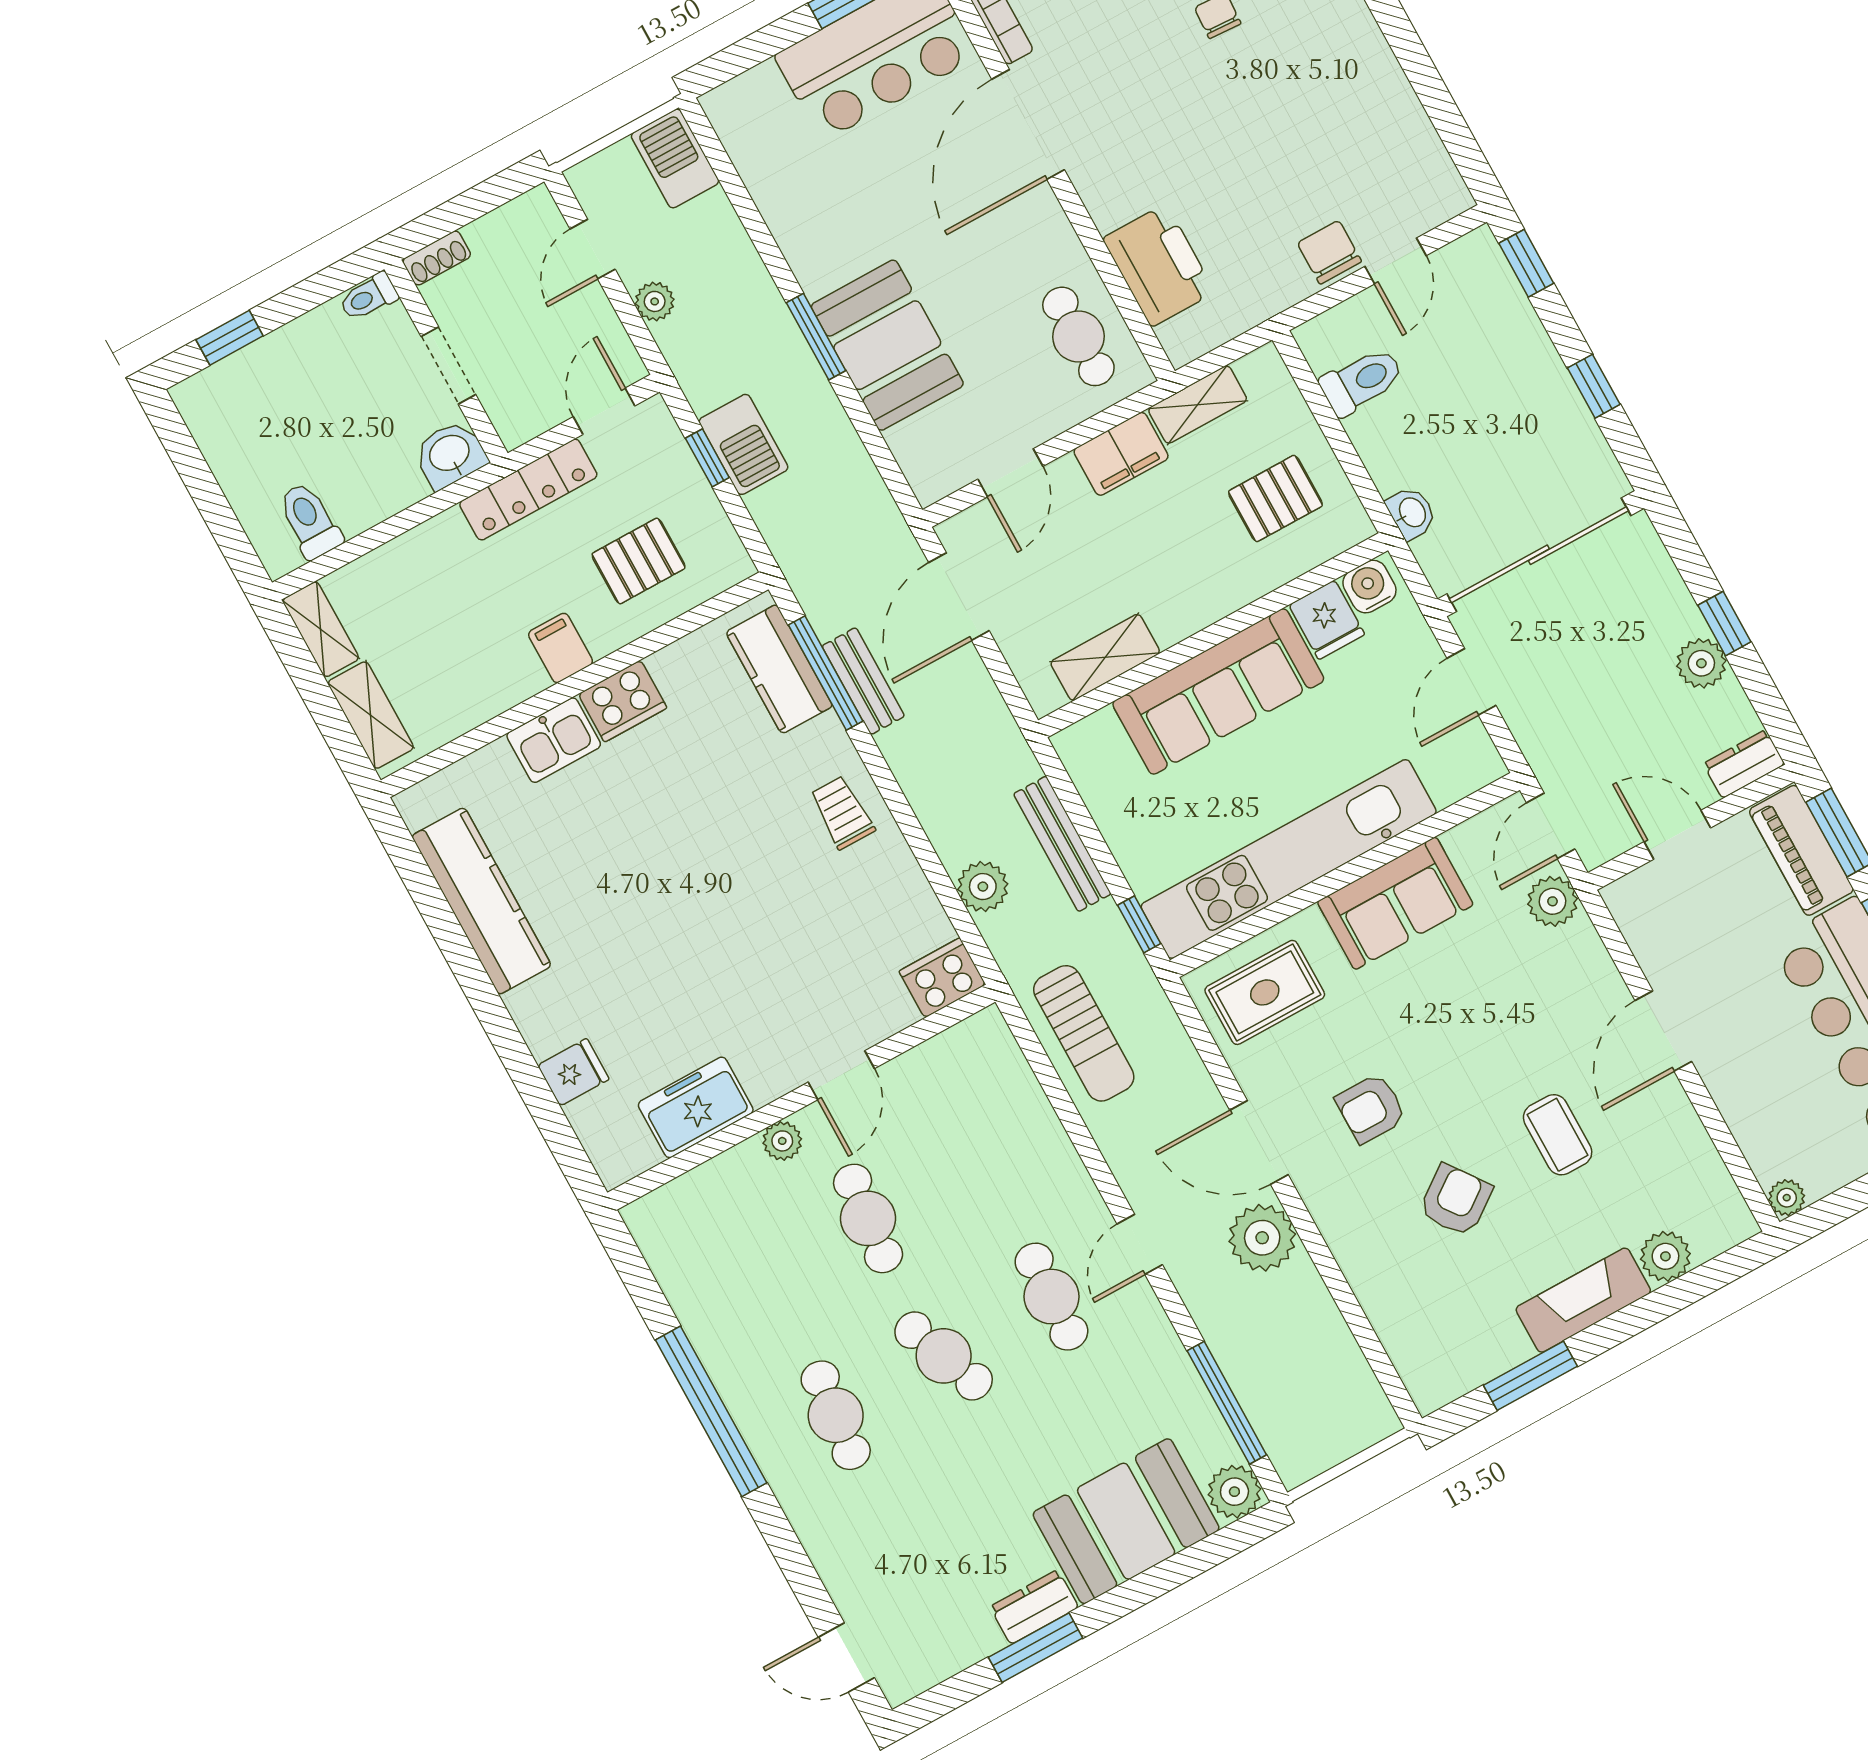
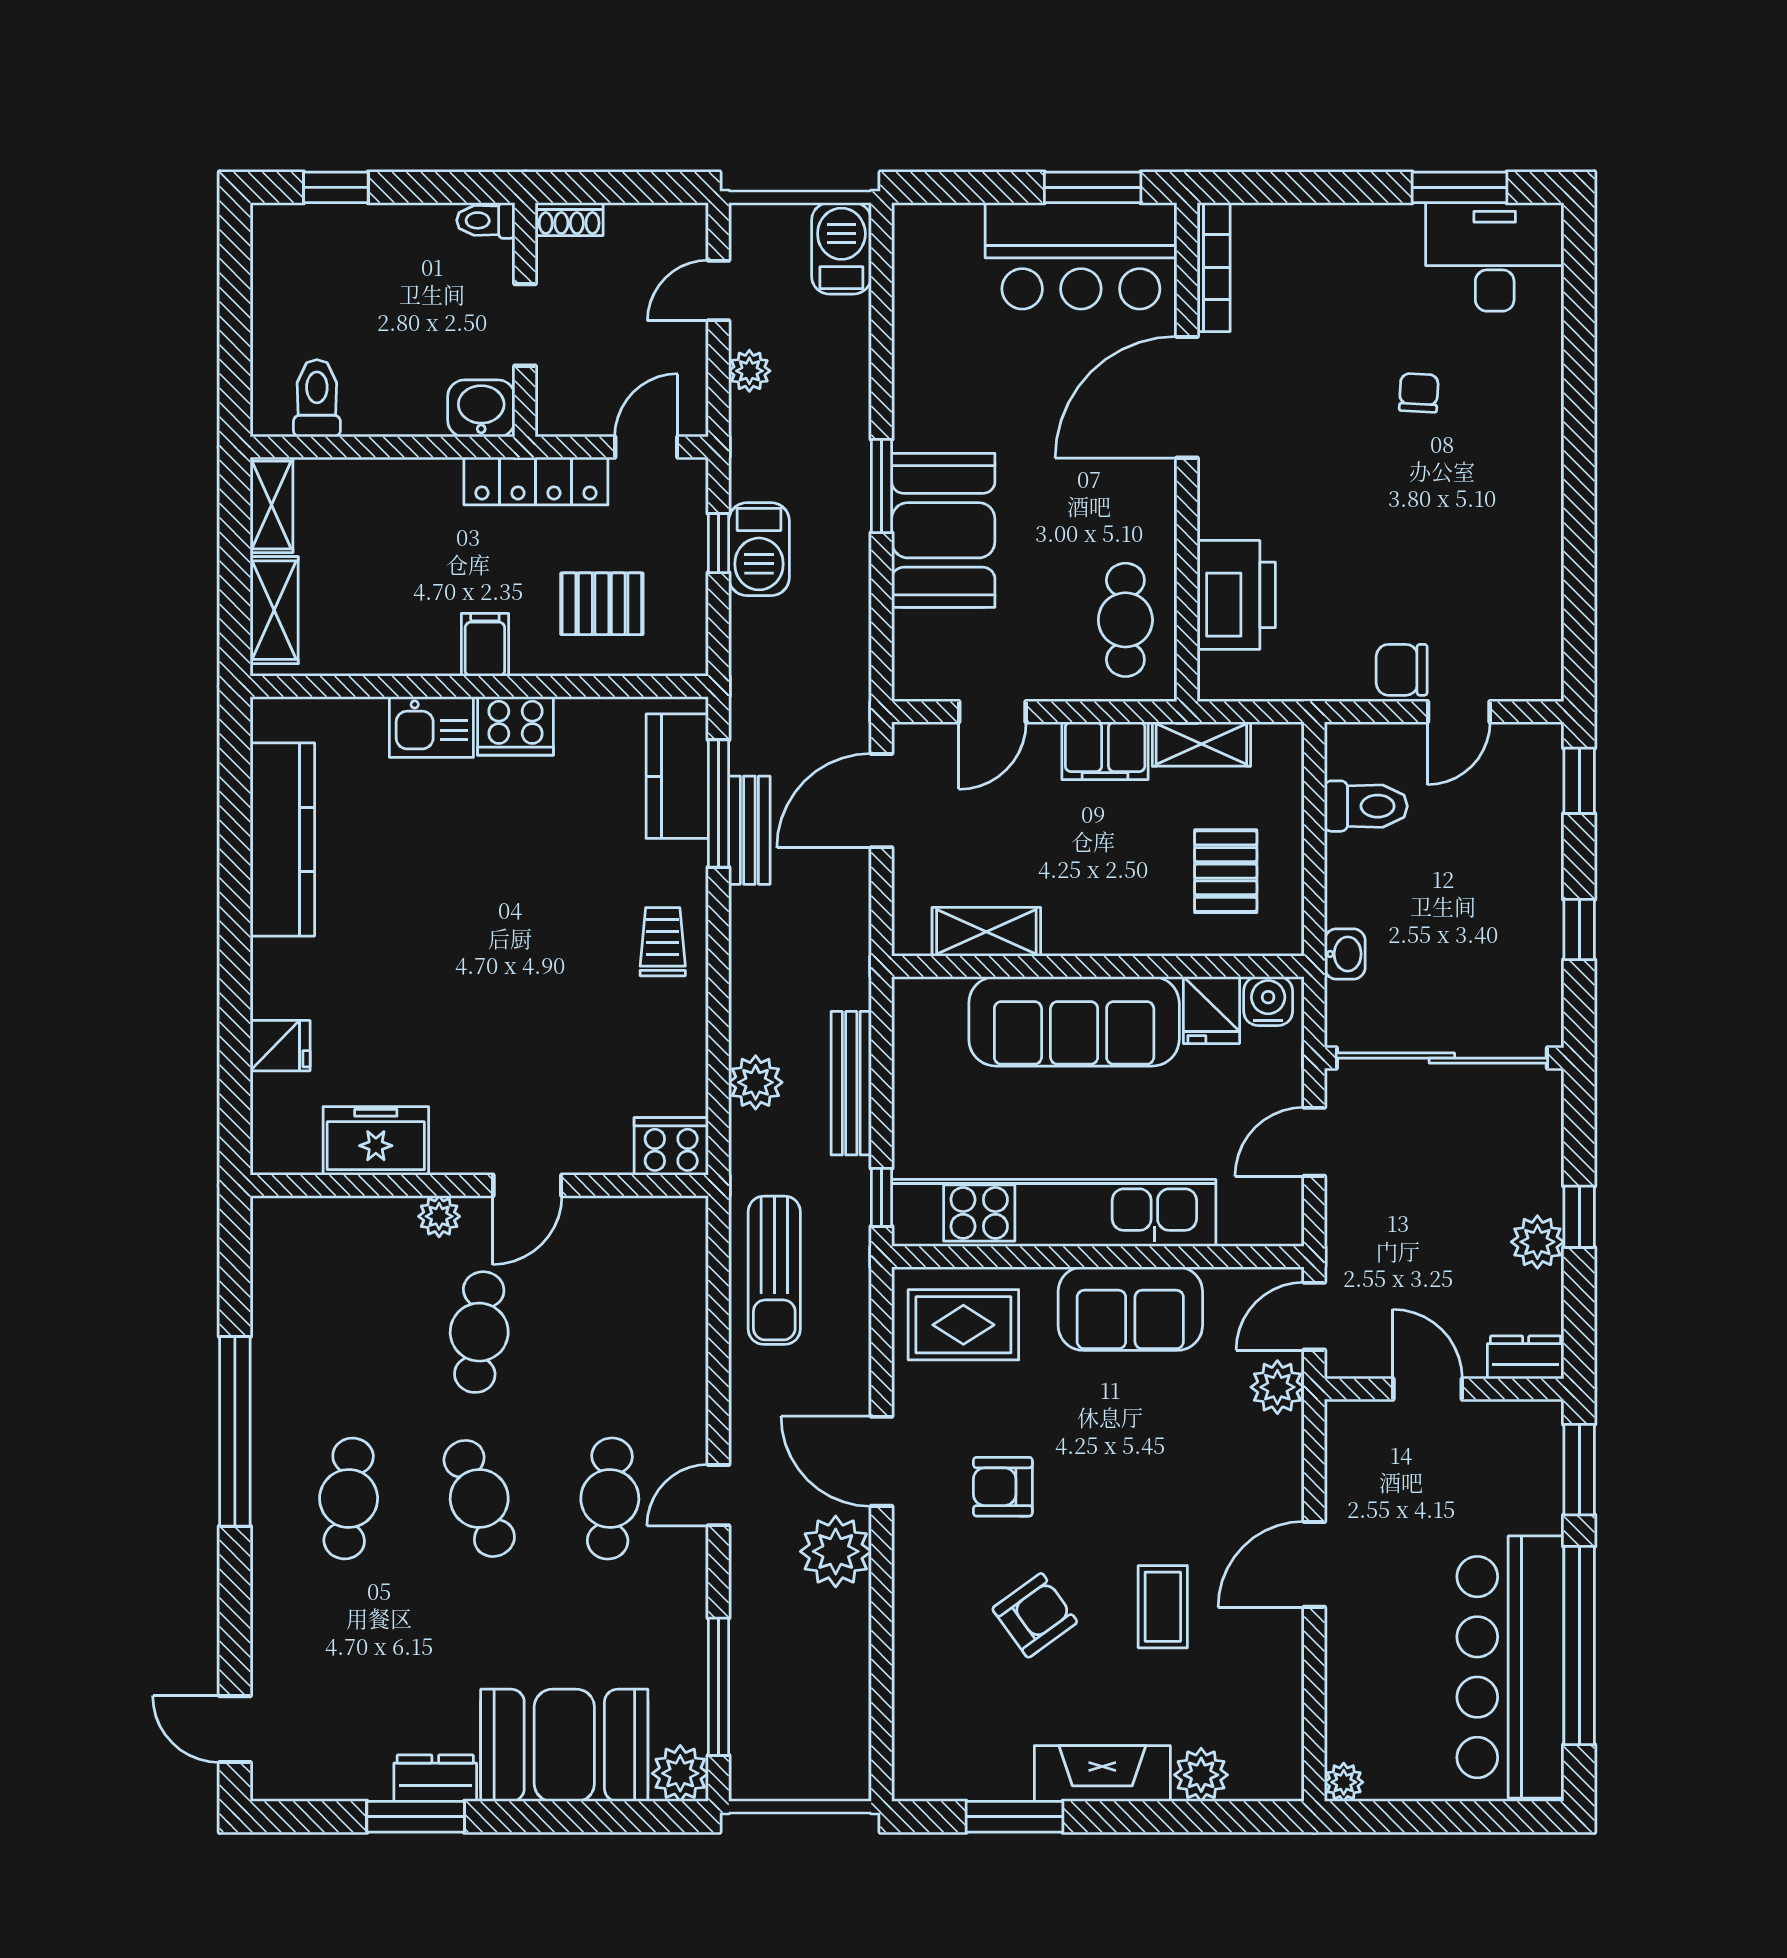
chair: (1329, 252) -> (1402, 670), turned -90
pallet: (1275, 498) -> (1226, 871), turned 90
piano: (1801, 850) -> (1535, 1467), removed

